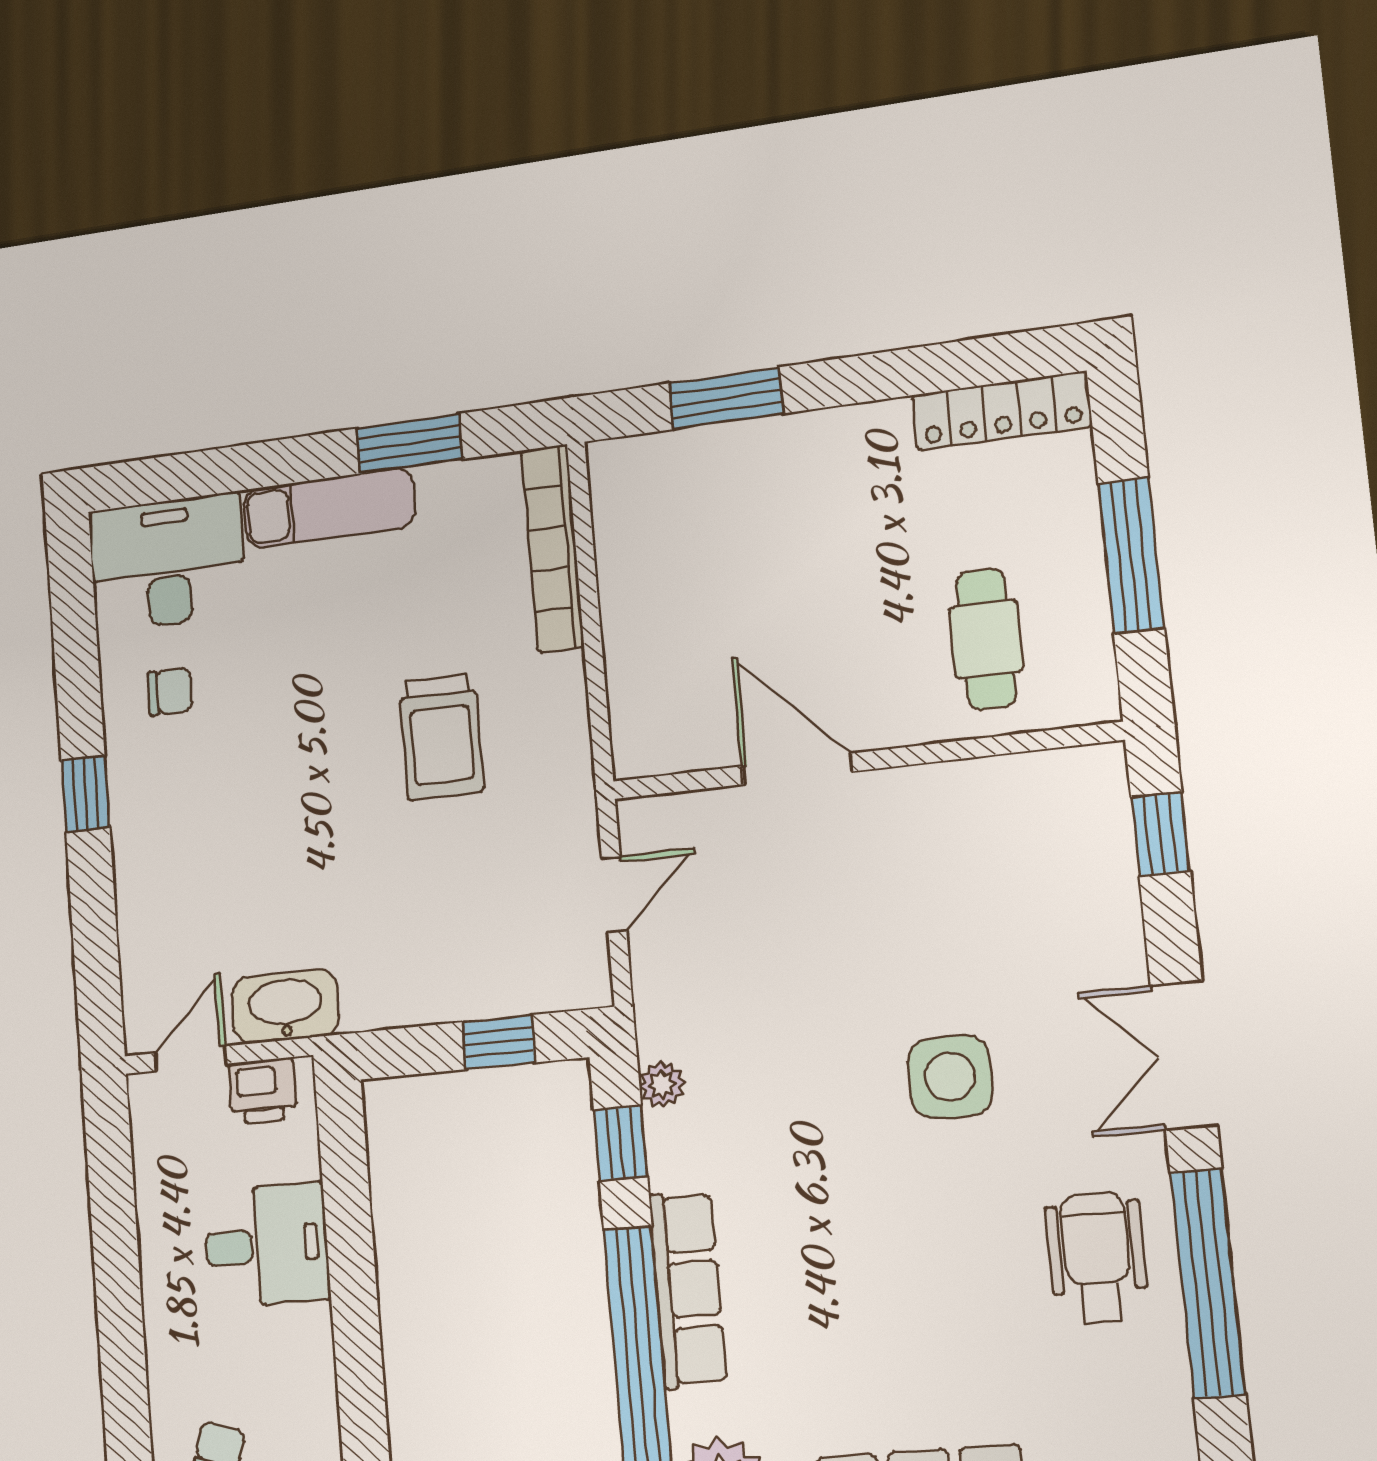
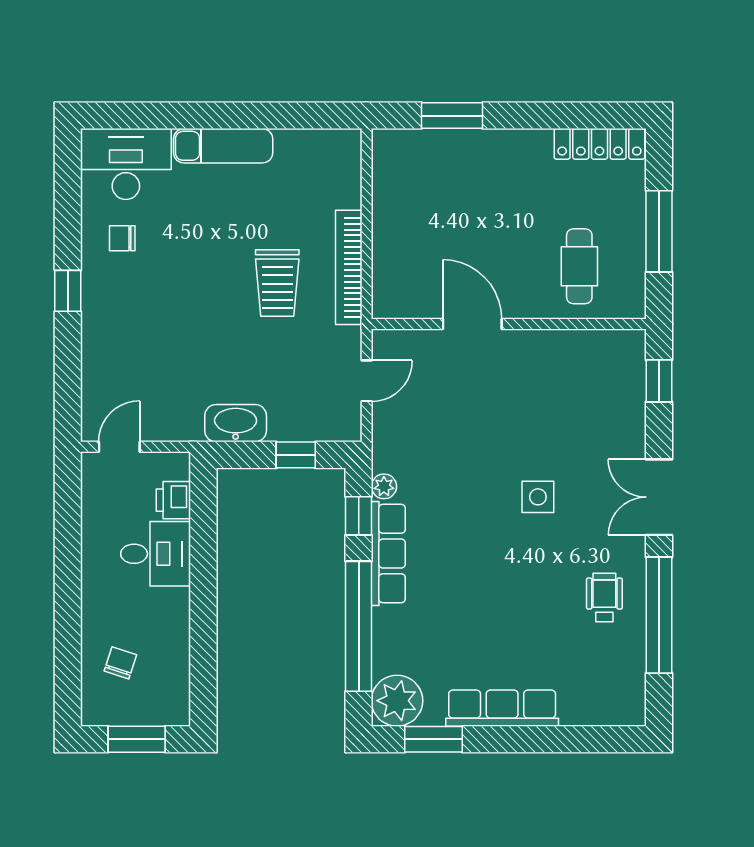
window: (409, 444) -> (272, 116), removed
bookcase: (553, 548) -> (349, 267), moved
chair: (170, 691) -> (122, 238), turned 180
washbasin: (285, 1006) -> (236, 423), moved
side table: (950, 1077) -> (538, 497), width x0.73, depth x0.73
printer: (263, 1091) -> (173, 500), moved, turned 90
wheelchair: (1097, 1258) -> (604, 597), width x0.73, depth x0.73
row of seats: (688, 1289) -> (388, 554), moved

